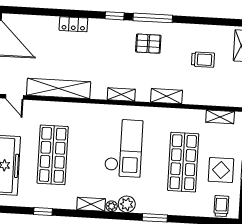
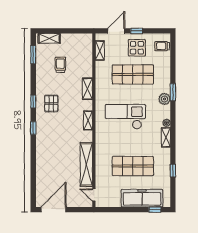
window: (153, 18) -> (33, 101), width x0.46
window: (219, 22) -> (33, 55), added
locker: (73, 24) -> (41, 157), removed
door: (14, 97) -> (94, 195), swing flipped
plant: (127, 204) -> (164, 99), moved

